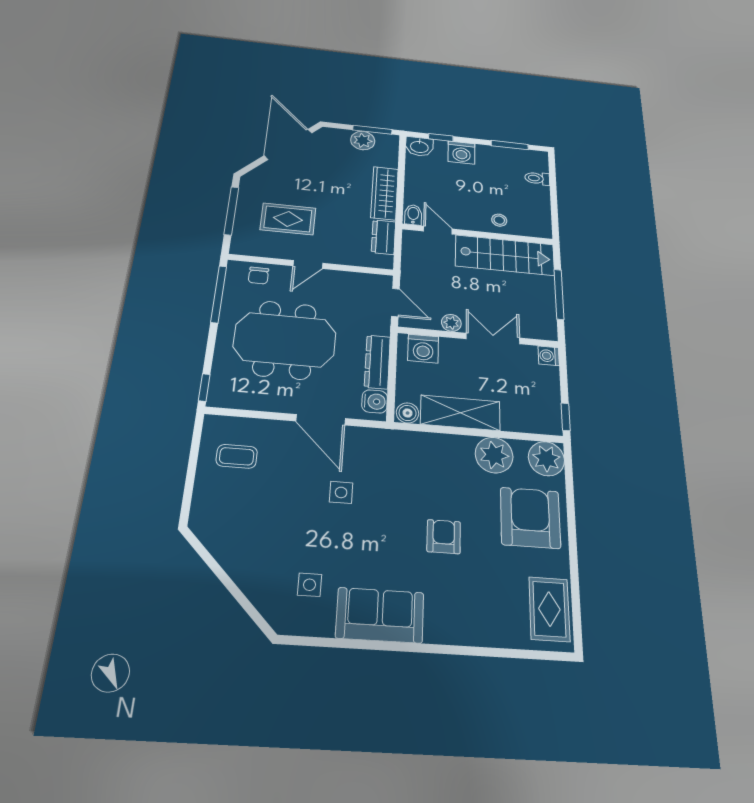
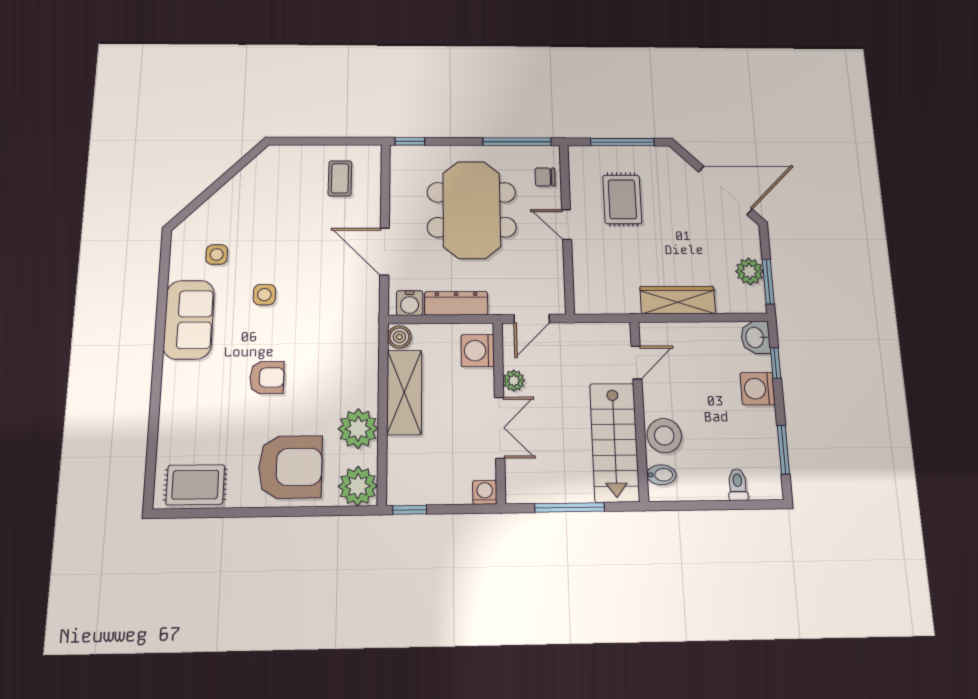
bidet: (413, 215) -> (661, 475), moved
stool: (499, 220) -> (664, 436), width x1.89, depth x1.89
dresser: (384, 237) -> (616, 302), removed
door: (321, 420) -> (385, 252), hinge flipped
side table: (341, 492) -> (264, 295), moved

